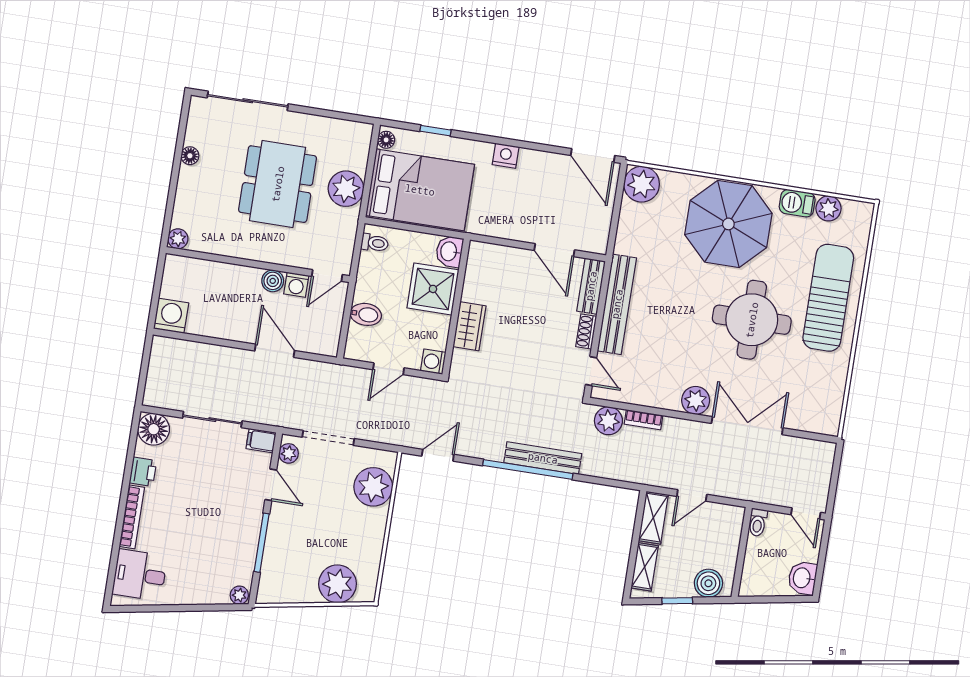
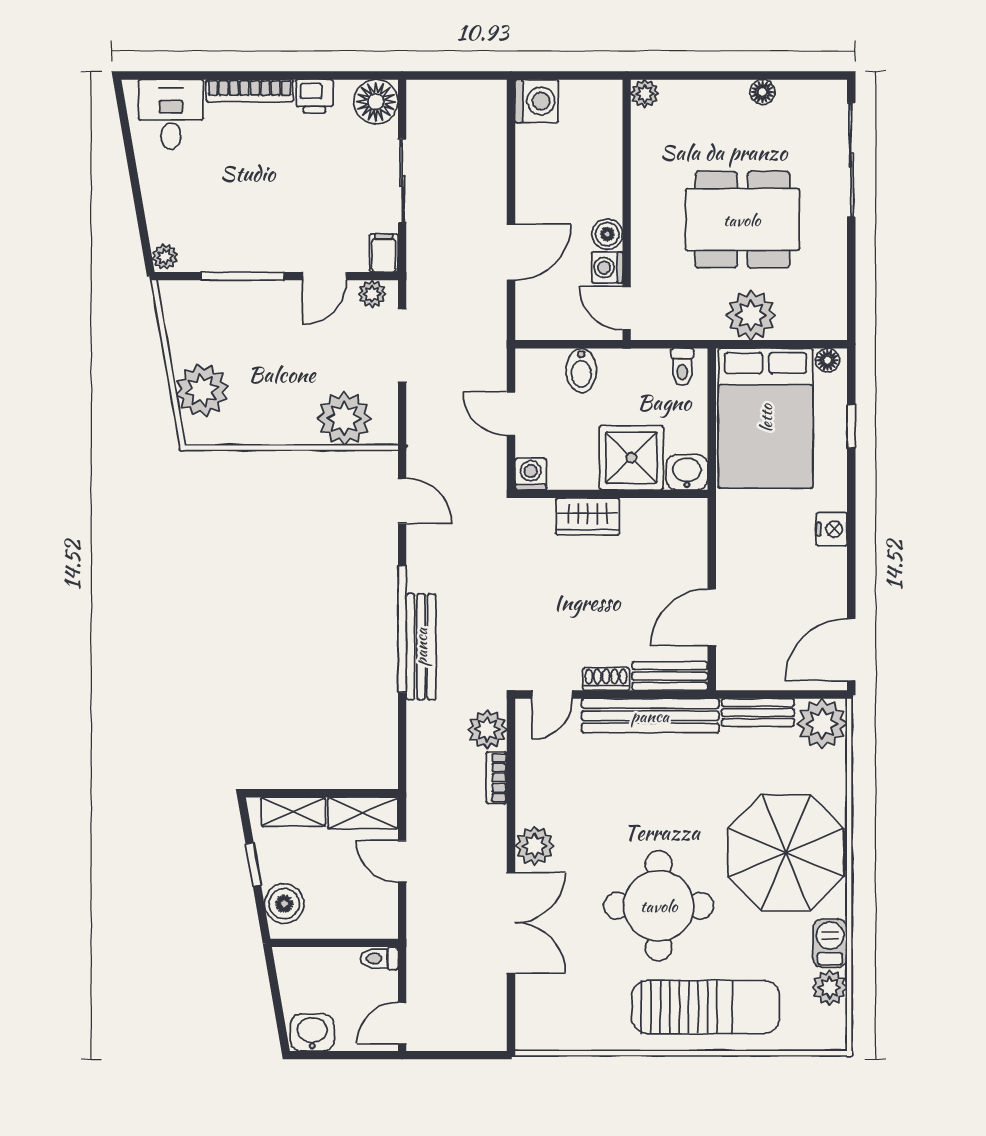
bench: (627, 228) -> (758, 713), added

